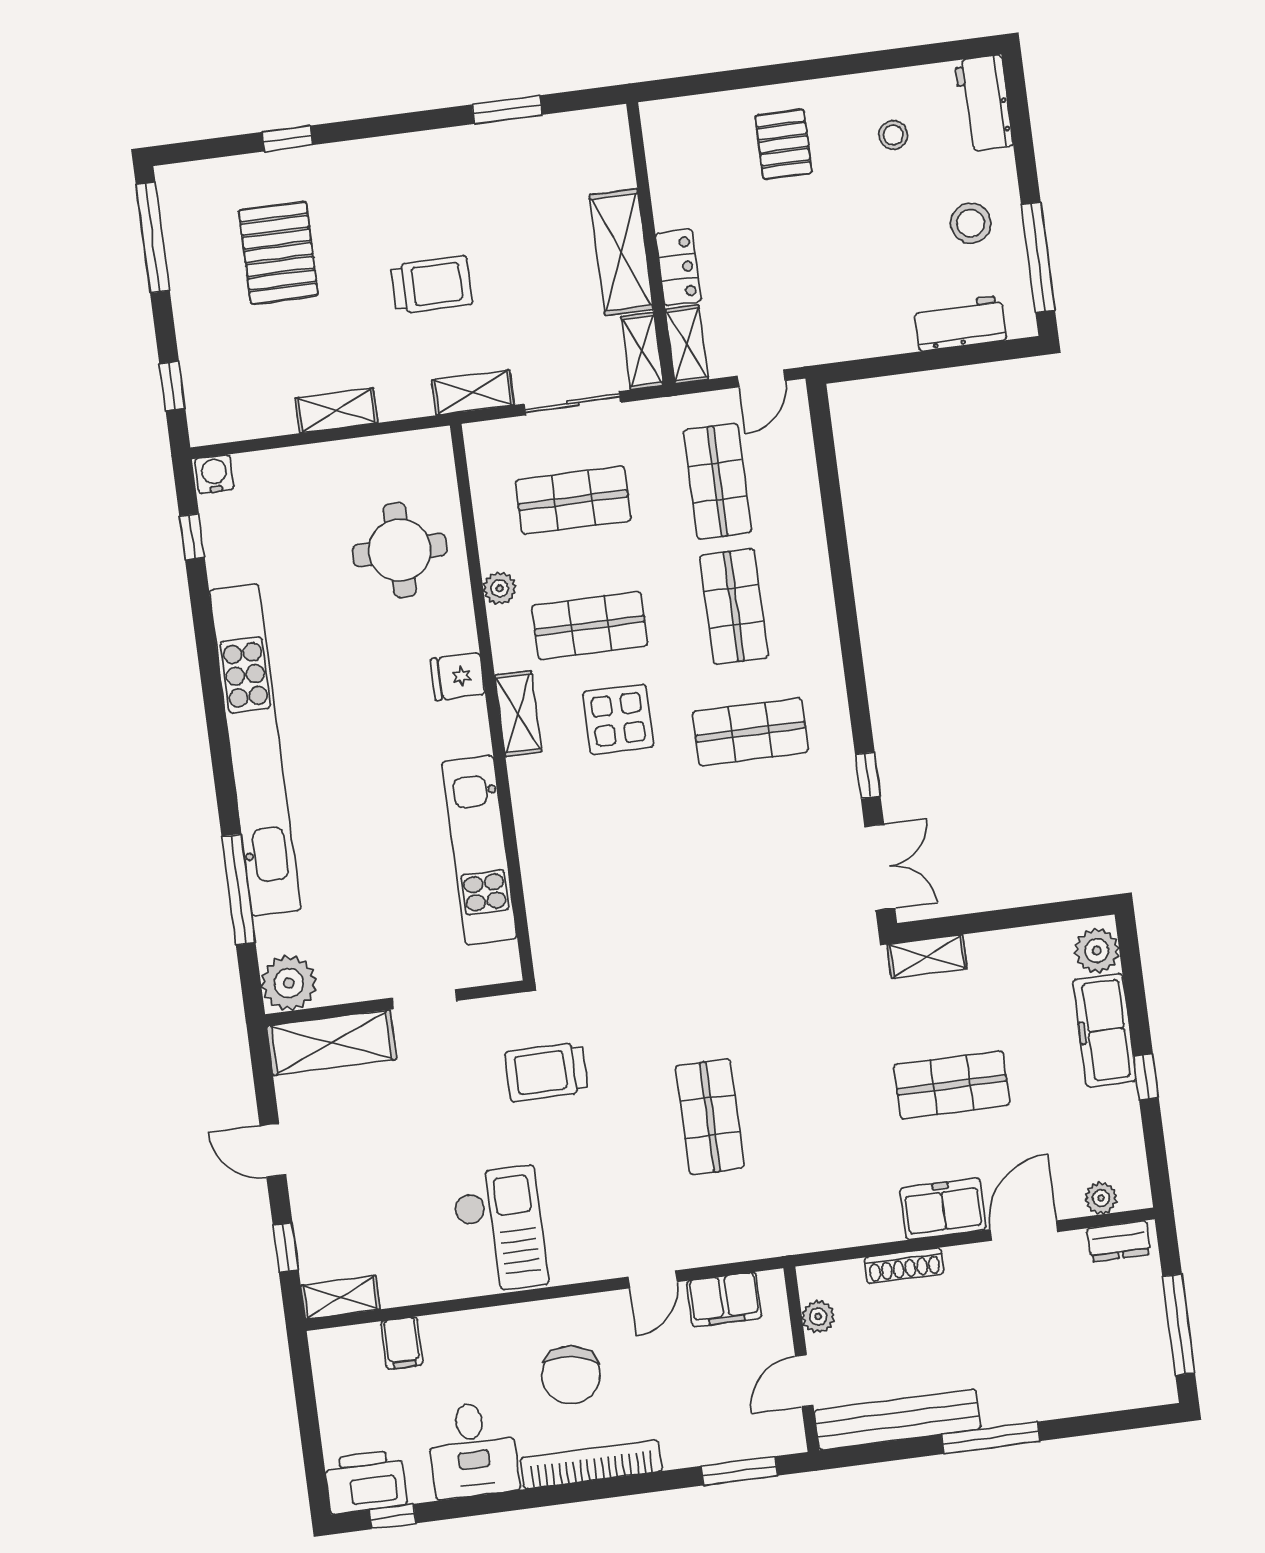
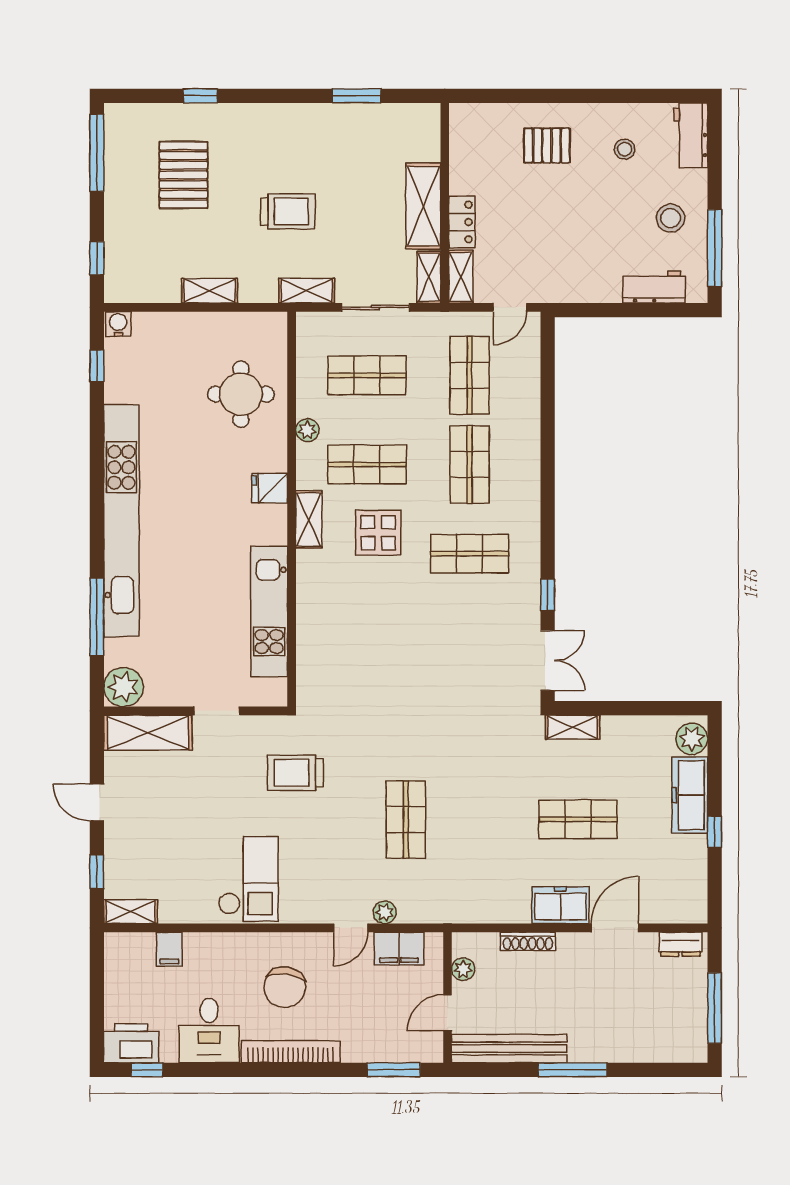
pallet: (783, 144) -> (547, 146), turned 90
plant: (1101, 1198) -> (385, 912), moved

